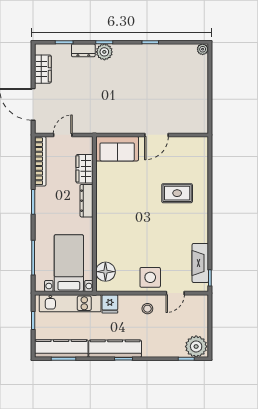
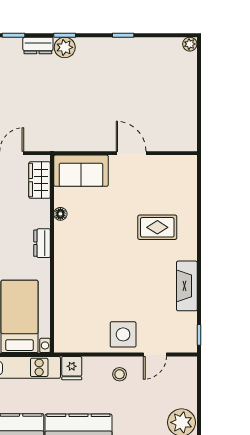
door: (156, 135) -> (131, 153), swing flipped
wardrobe: (85, 169) -> (40, 180), moved
dresser: (87, 201) -> (42, 243), width x0.70
fireplace: (200, 263) -> (187, 286), moved
floor lamp: (105, 272) -> (60, 214), moved, width x0.53, depth x0.53

